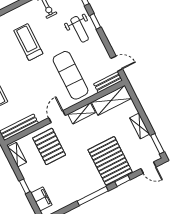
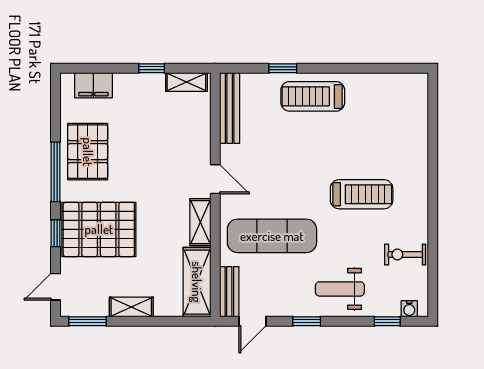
window: (95, 21) -> (307, 321), moved
pallet: (49, 146) -> (88, 152), moved, turned 90
window: (25, 186) -> (152, 68), moved

